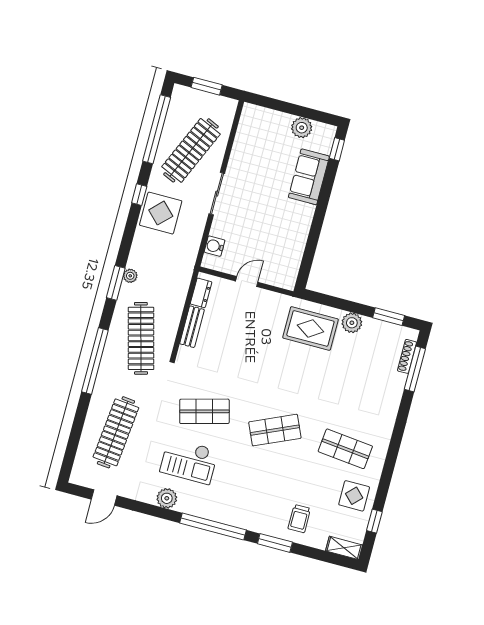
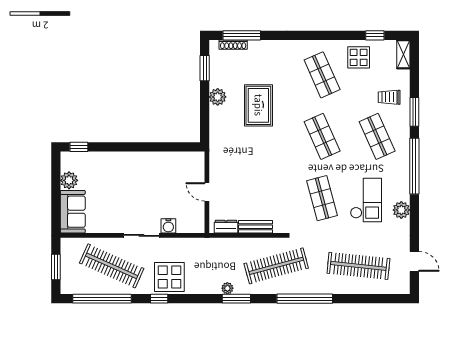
sofa: (309, 177) -> (73, 212), moved, turned -90
water cooler: (214, 246) -> (168, 226), moved
rug: (310, 328) -> (258, 105), moved
shop shelf: (345, 449) -> (322, 75), turned -30
shop shelf: (258, 493) -> (377, 136), added
trolley: (299, 519) -> (389, 97), turned 180

